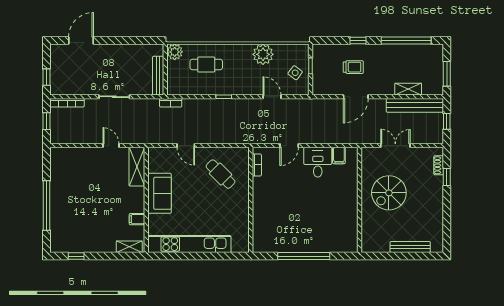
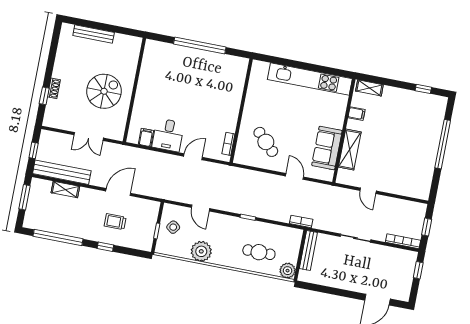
shoe rack: (439, 165) -> (54, 88), moved
shelving: (137, 167) -> (350, 150), moved
sofa: (159, 193) -> (327, 148), moved

